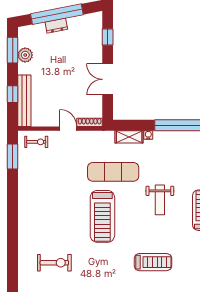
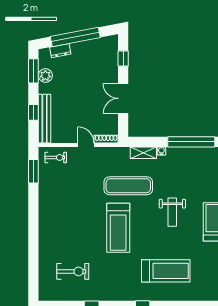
dresser: (56, 26) -> (60, 51), moved
treadmill: (153, 262) -> (166, 271), width x1.37, depth x1.38

